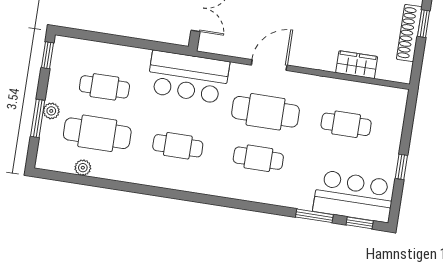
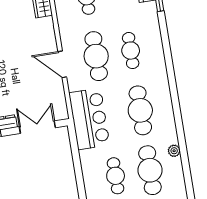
cafe table: (178, 146) -> (140, 110), width x1.37, depth x1.35
plant: (83, 168) -> (174, 151), moved

